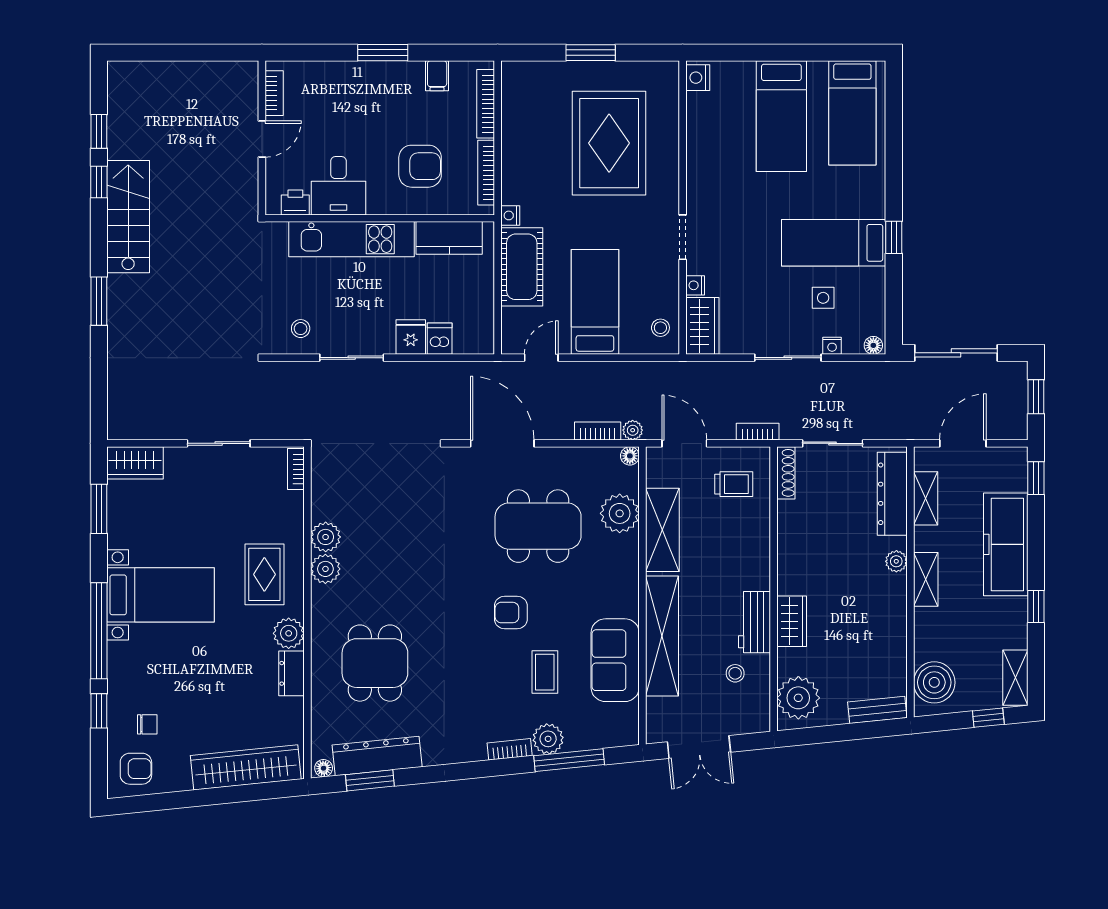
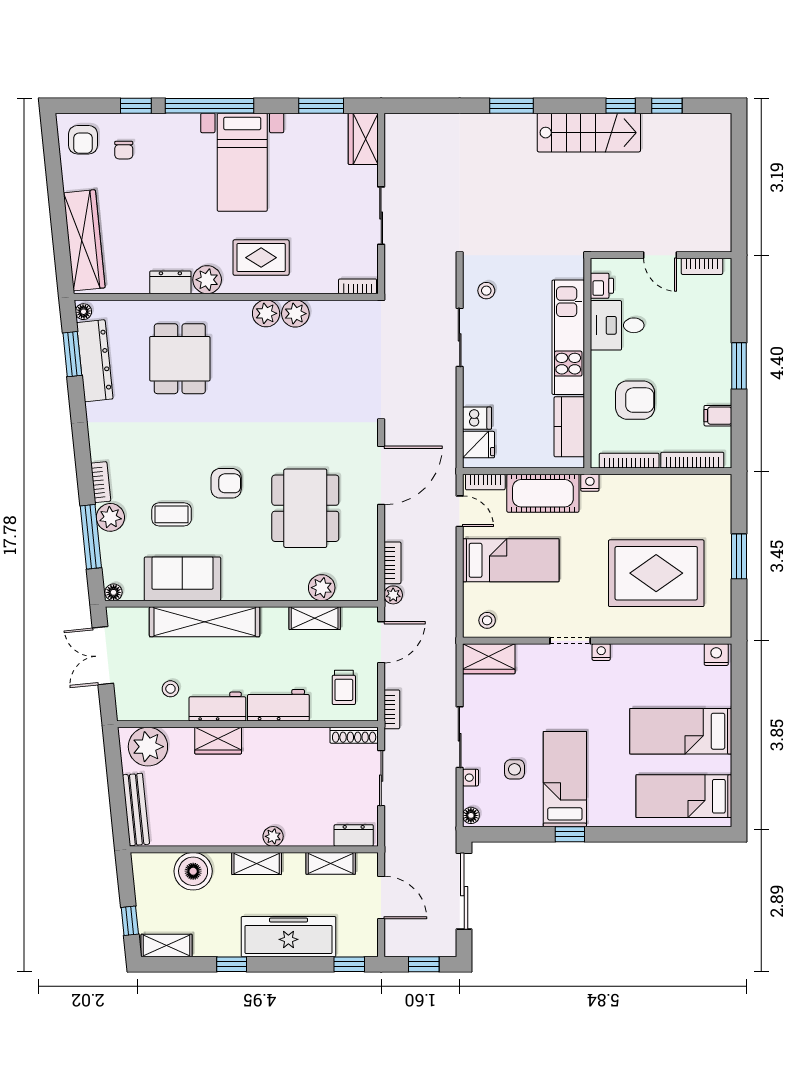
armchair: (420, 166) -> (635, 400), turned -90
nightstand: (695, 285) -> (601, 652), moved
bookcase: (509, 330) -> (485, 482), added
fridge: (411, 337) -> (479, 445), moved
floor lamp: (630, 456) -> (114, 592), moved
dresser: (892, 494) -> (354, 835), width x0.51, depth x0.80
plant: (620, 513) -> (322, 588), width x0.73, depth x0.73
shelving: (662, 530) -> (315, 618), width x0.67, depth x0.75
workbench: (753, 555) -> (278, 705), added
armchair: (511, 613) -> (226, 483), turned 90
dining table: (375, 663) -> (180, 359), turned 90
boiler: (934, 682) -> (193, 871), moved
bench: (877, 710) -> (136, 810), width x1.36

